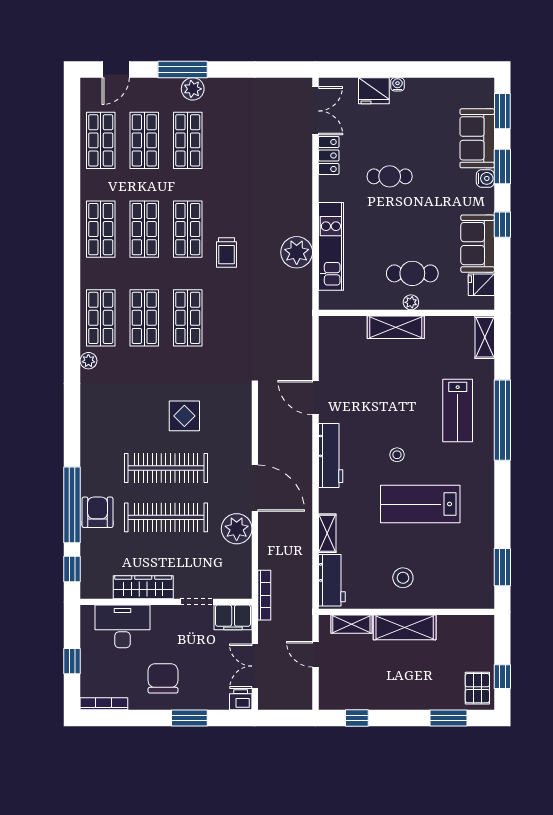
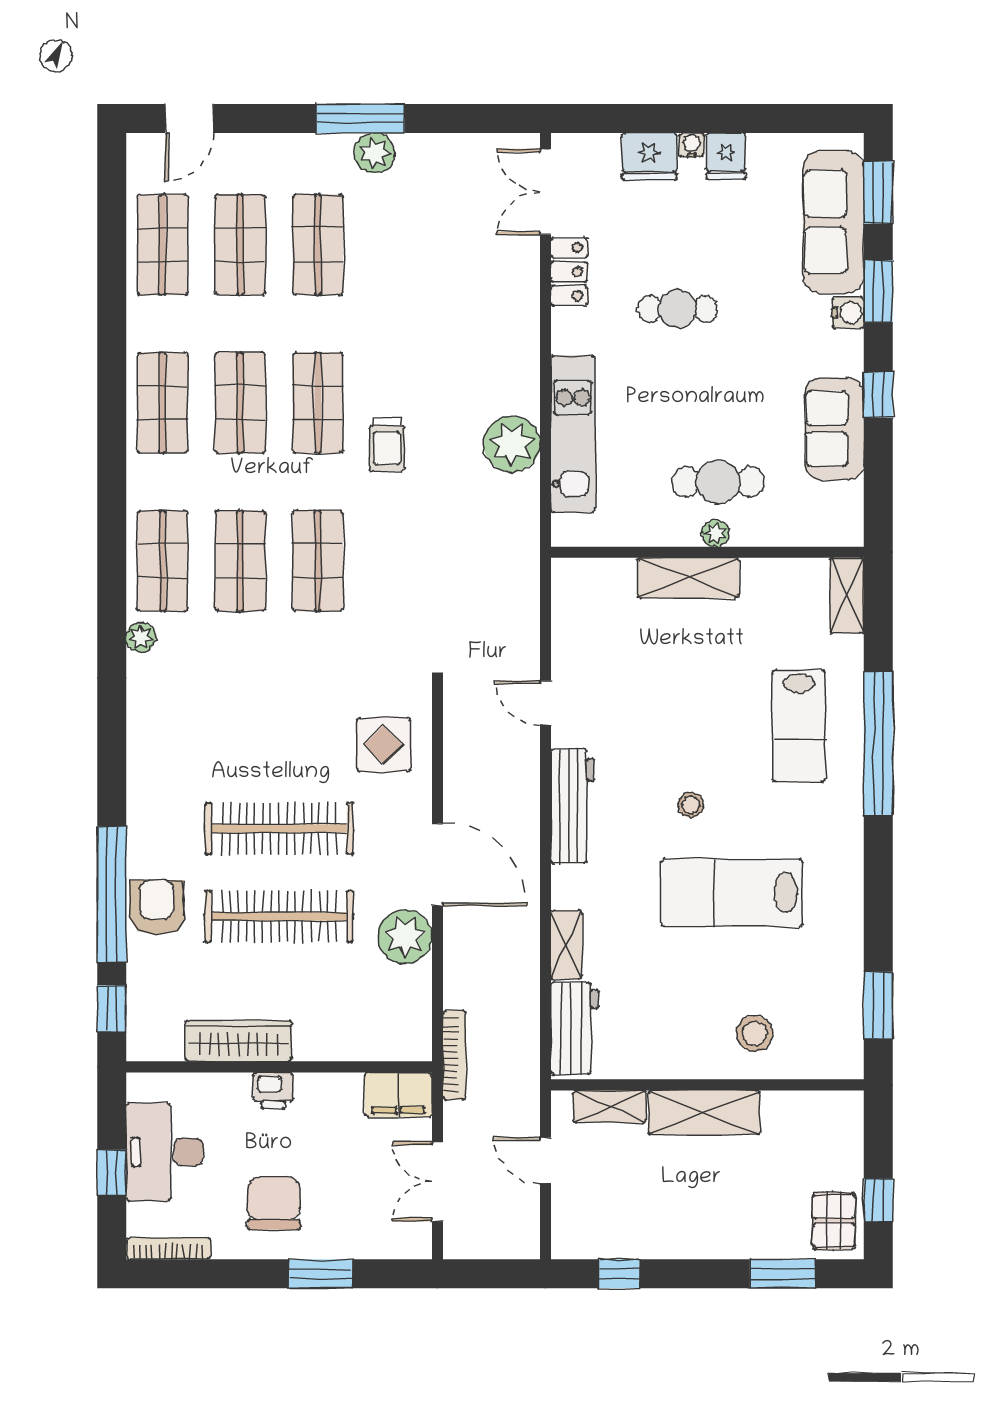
window: (183, 70) -> (360, 118), moved
plant: (193, 89) -> (375, 153), moved
double door: (315, 111) -> (545, 192), swing flipped
sofa: (477, 138) -> (833, 222), width x1.36
fridge: (481, 285) -> (726, 156), moved, turned -90
door: (315, 398) -> (545, 703), width x0.73
display table: (184, 416) -> (383, 745), moved
stool: (403, 578) -> (755, 1033), moved
doorway: (197, 602) -> (334, 1067), removed
desk: (123, 626) -> (165, 1152), moved, turned -90
printer: (241, 700) -> (273, 1090), moved, turned 180

